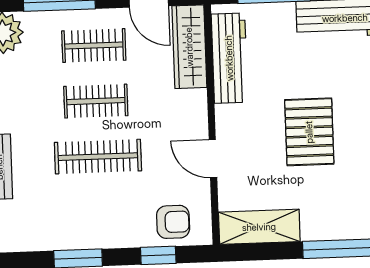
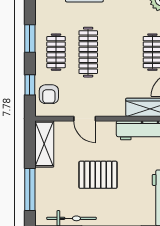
clothes rail: (96, 101) -> (56, 52), moved
door: (213, 159) -> (85, 119), swing flipped

